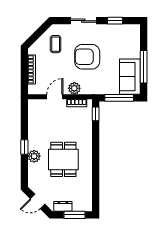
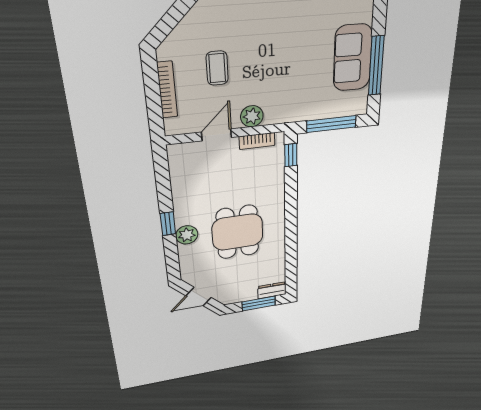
coffee table: (56, 44) -> (217, 68), moved
armchair: (87, 57) -> (274, 56), removed
sofa: (130, 77) -> (353, 58), moved
dresser: (63, 206) -> (272, 290), moved

